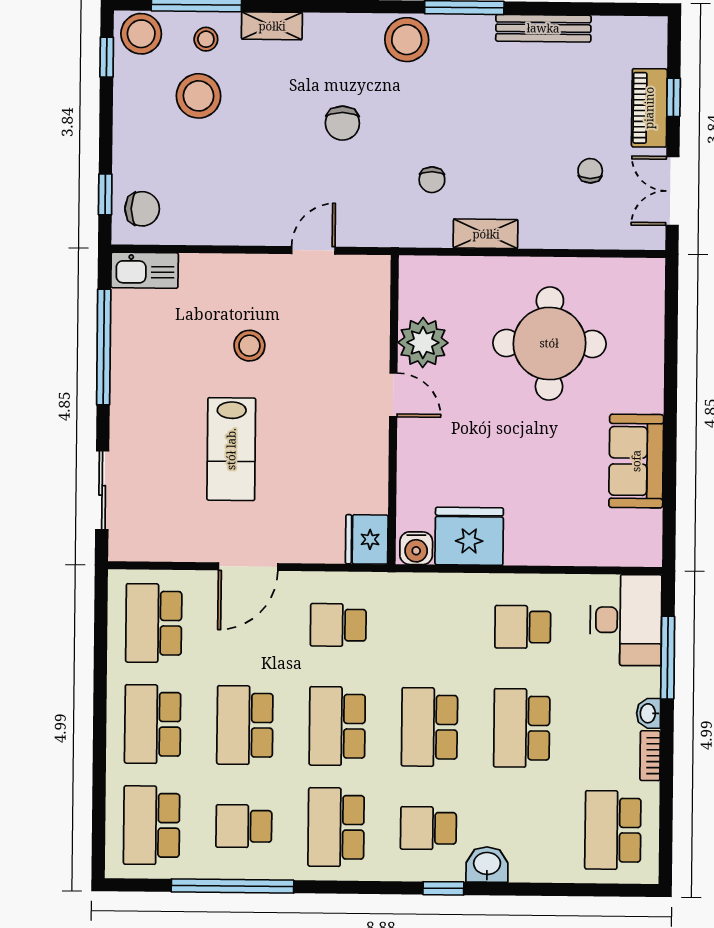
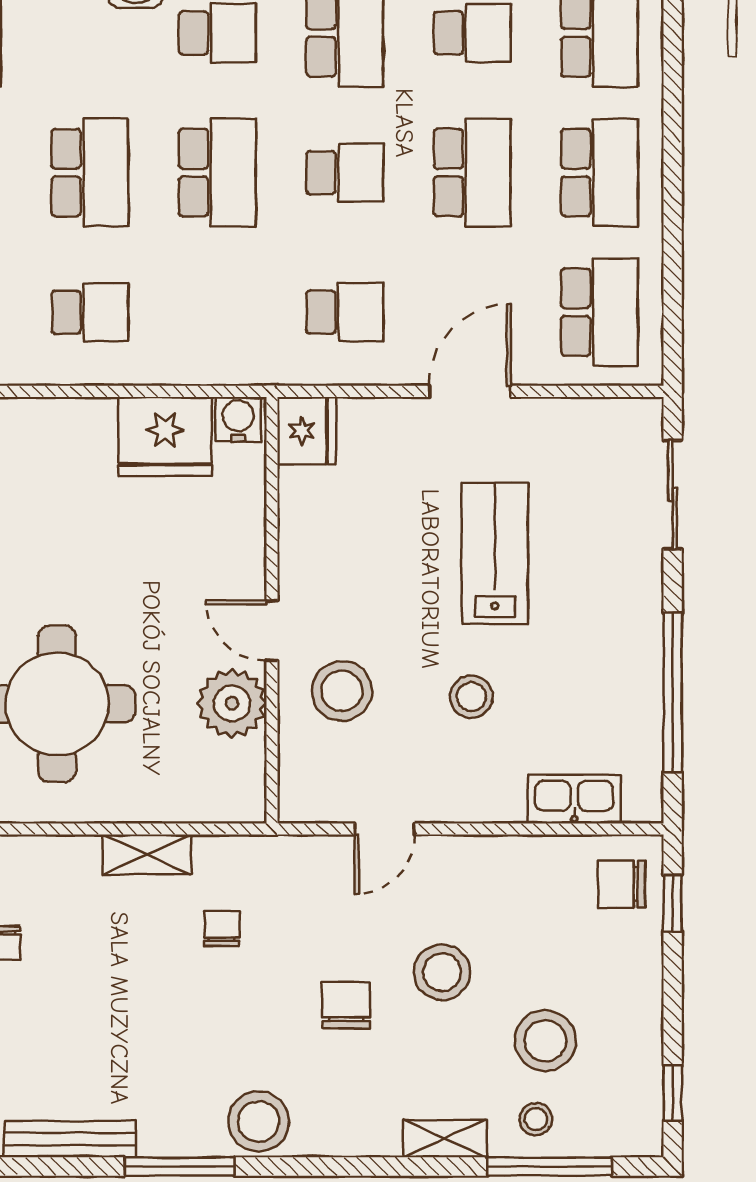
stool: (141, 34) -> (442, 972), moved
kitchen sink: (145, 270) -> (574, 799), moved
stool: (343, 351) -> (342, 691), added
school desk: (337, 726) -> (345, 173), width x0.54

